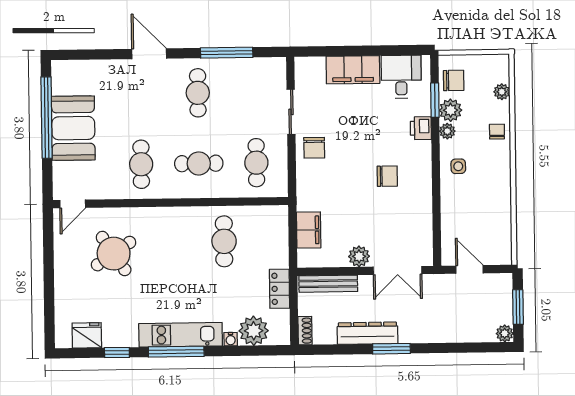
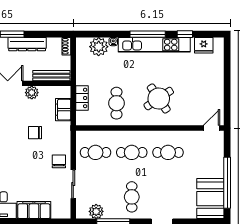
plant: (254, 69) -> (96, 211), added
booth: (73, 128) -> (210, 199), moved
cafe table: (256, 163) -> (95, 152), turned 90
cafe table: (141, 164) -> (168, 152), turned 90
chair: (387, 176) -> (35, 133), moved
round table: (114, 254) -> (159, 99), moved
locker: (280, 289) -> (82, 98), moved
kitchen unit: (181, 335) -> (154, 45), width x1.36

